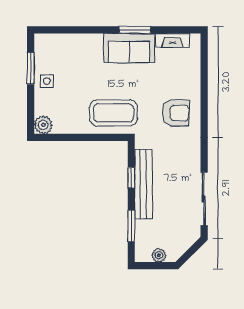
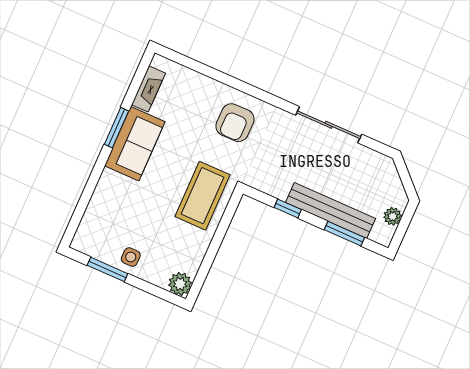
armchair: (176, 113) -> (235, 123), turned 180
bench: (143, 184) -> (331, 211), moved
sliding door: (204, 199) -> (329, 125), moved

